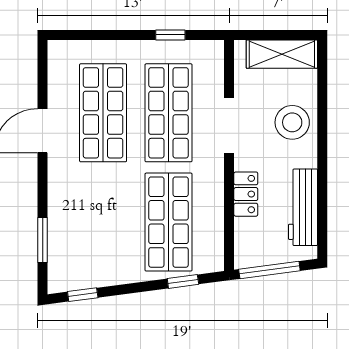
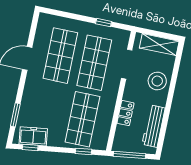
doorway: (229, 125) -> (127, 64), moved
freezer: (84, 273) -> (33, 136), added

